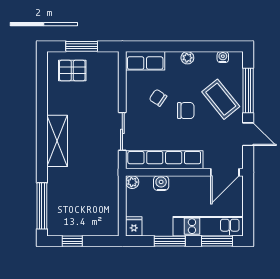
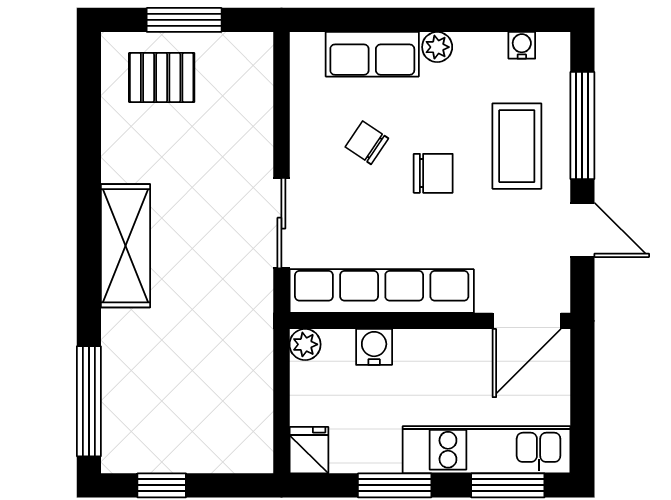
row of seats: (145, 61) -> (372, 54), moved
coffee table: (221, 99) -> (517, 146), turned 39

